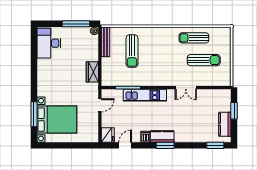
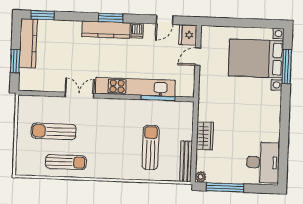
wardrobe: (92, 72) -> (205, 136), moved
kitchen unit: (145, 95) -> (135, 87), width x1.36
door: (100, 105) -> (198, 57), moved
kitchen counter: (225, 124) -> (28, 43), width x1.50
kitchen counter: (162, 136) -> (106, 30), width x1.50

